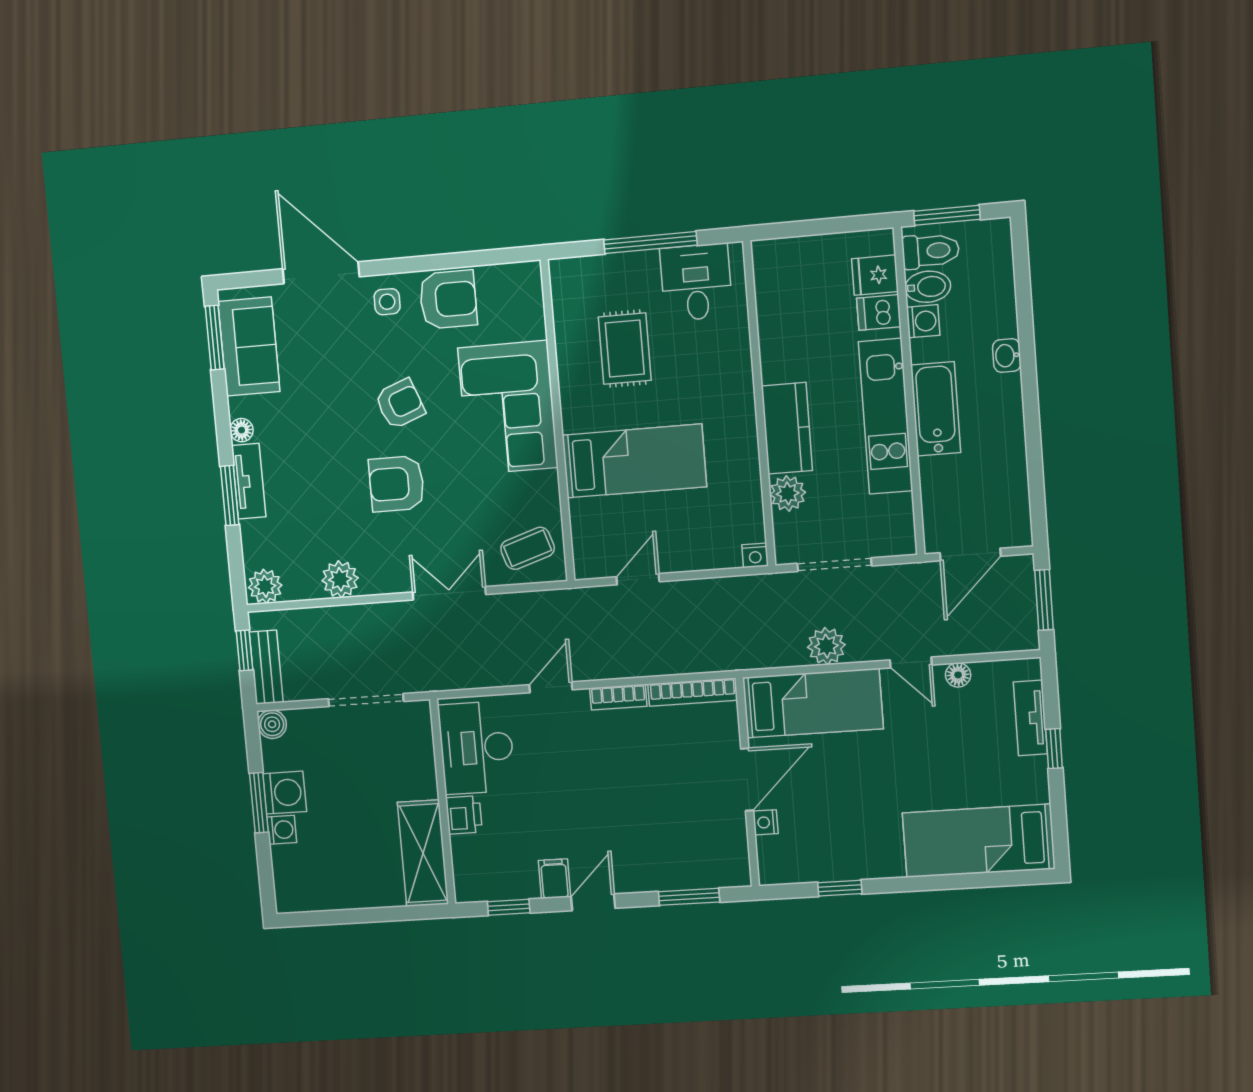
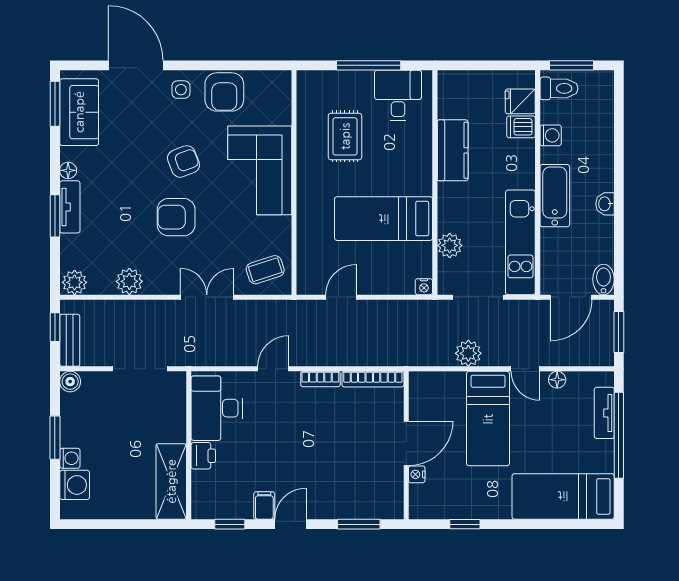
bidet: (928, 287) -> (603, 279), moved, turned -90
armchair: (448, 300) -> (224, 92), turned 90
washbasin: (1007, 356) -> (605, 204), moved
kitchen unit: (886, 416) -> (520, 242), moved
kitchen counter: (787, 428) -> (453, 150), moved
bed: (634, 461) -> (384, 219), moved, turned 180
bed: (813, 703) -> (488, 419), moved, turned 90
window: (1054, 749) -> (619, 435), width x3.17
washing machine: (285, 793) -> (75, 485), moved

